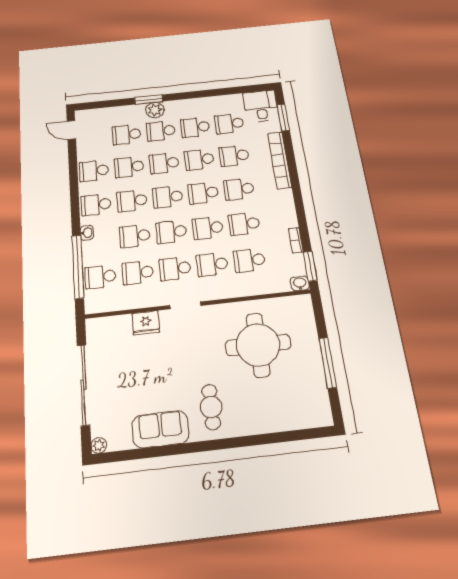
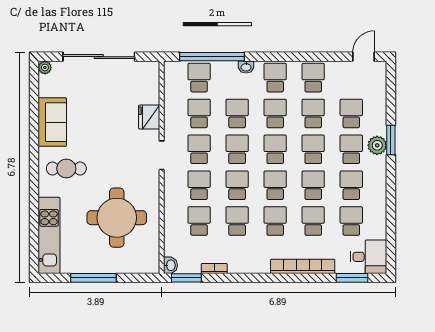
kitchen unit: (289, 418) -> (49, 235), added

